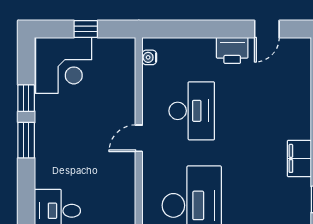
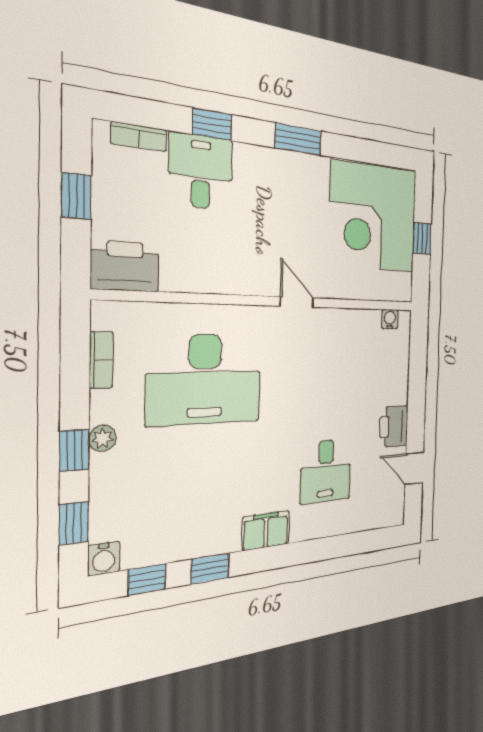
corner desk: (64, 65) -> (373, 217), width x1.36, depth x1.36
window: (26, 98) -> (212, 124), moved
desk: (192, 111) -> (326, 471), moved, width x0.73

